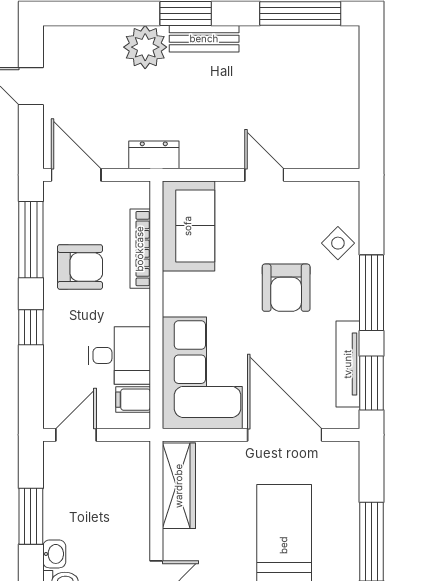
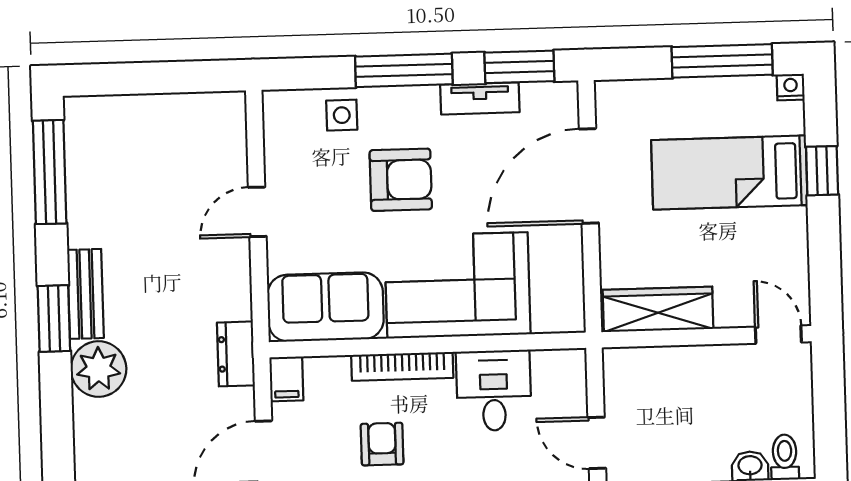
side table: (338, 243) -> (342, 115), turned 45
bookcase: (140, 249) -> (402, 366), moved
armchair: (80, 267) -> (382, 444), width x0.72, depth x0.72
tv unit: (348, 364) -> (480, 98), width x0.71
corner sofa: (202, 373) -> (457, 285), moved
filing cabinet: (133, 400) -> (286, 379), moved

